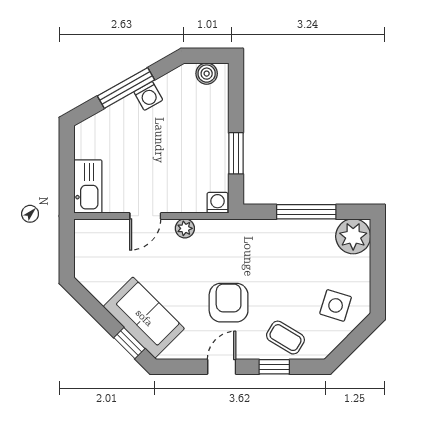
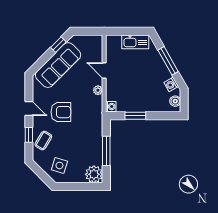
washing machine: (148, 96) -> (171, 84), moved
kitchen sink: (88, 186) -> (135, 42), moved
sofa: (144, 318) -> (58, 65), width x1.36
window: (129, 343) -> (58, 45), moved

